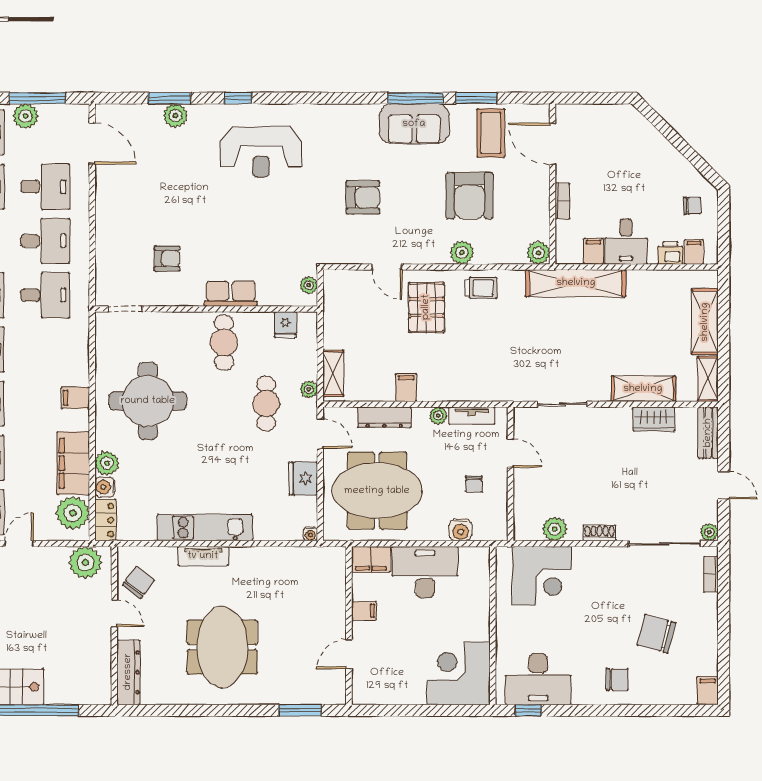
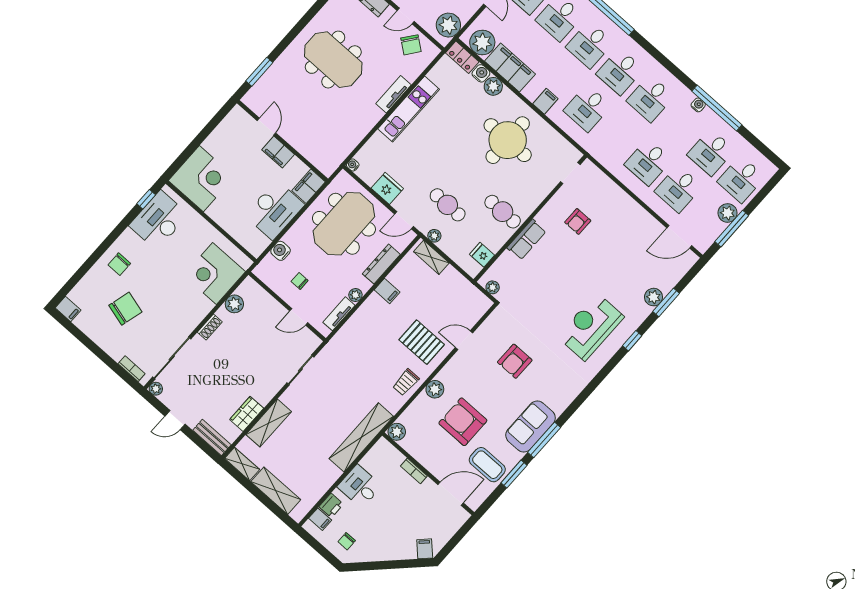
filing cabinet: (593, 251) -> (425, 549), moved, turned -135
desk: (45, 295) -> (587, 108), moved
filing cabinet: (364, 611) -> (278, 152), width x2.00

